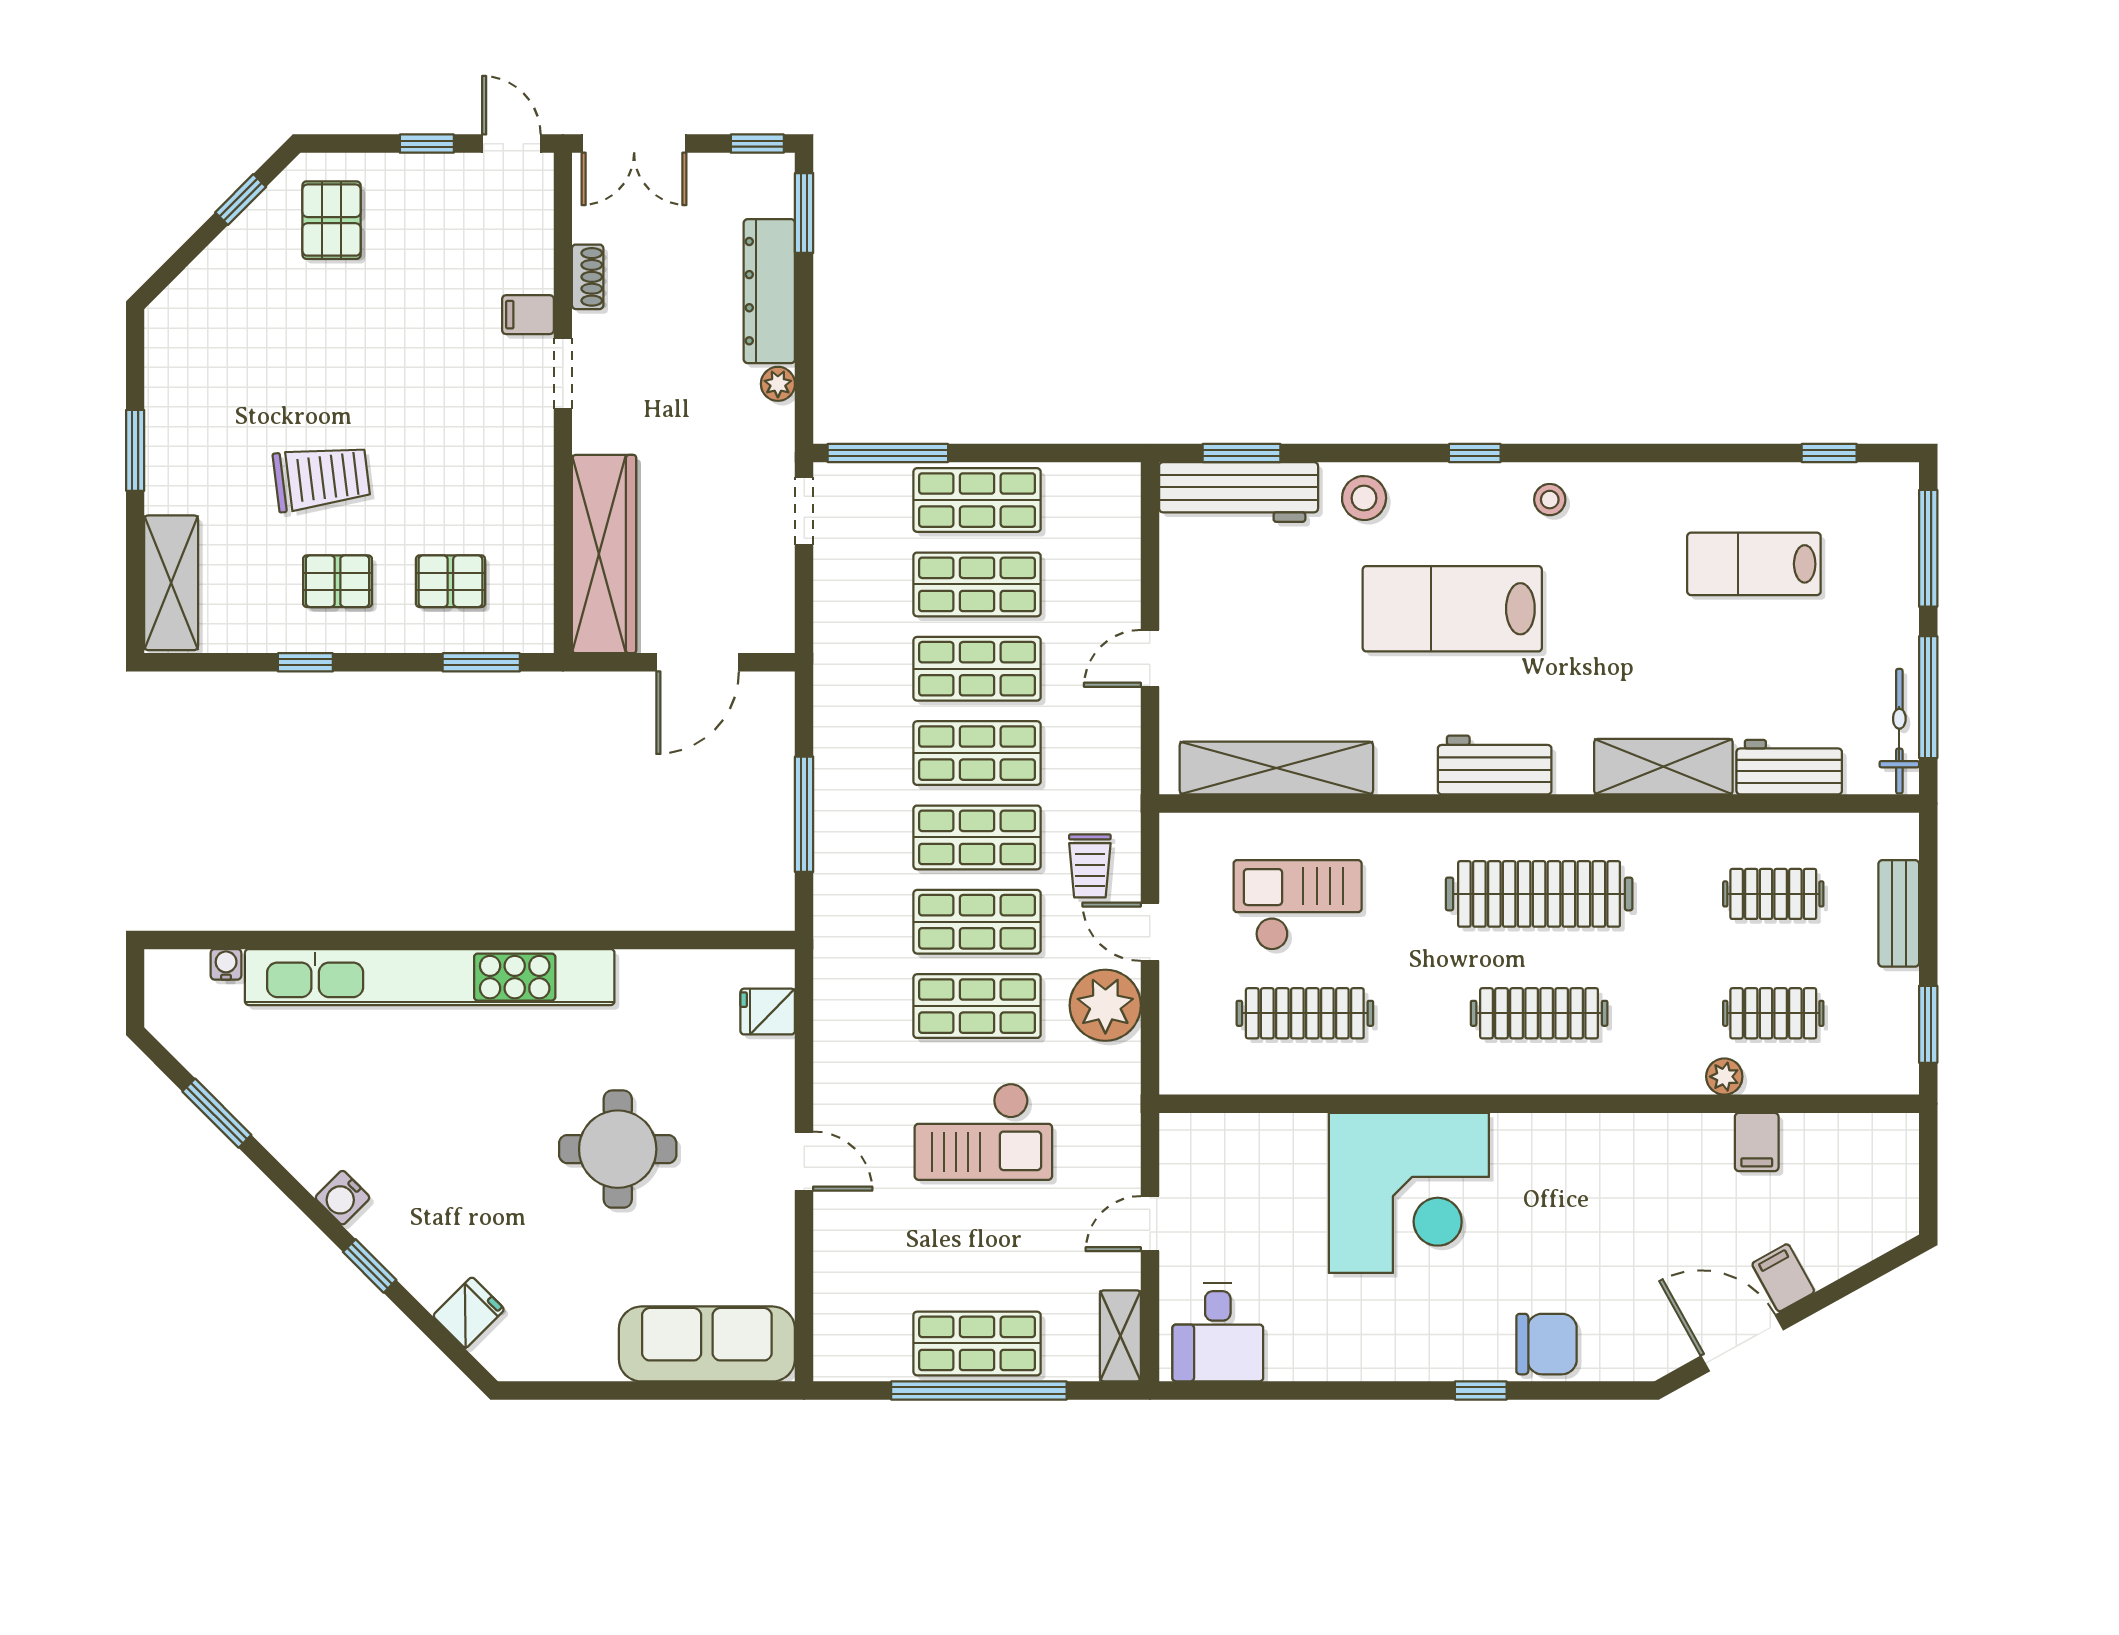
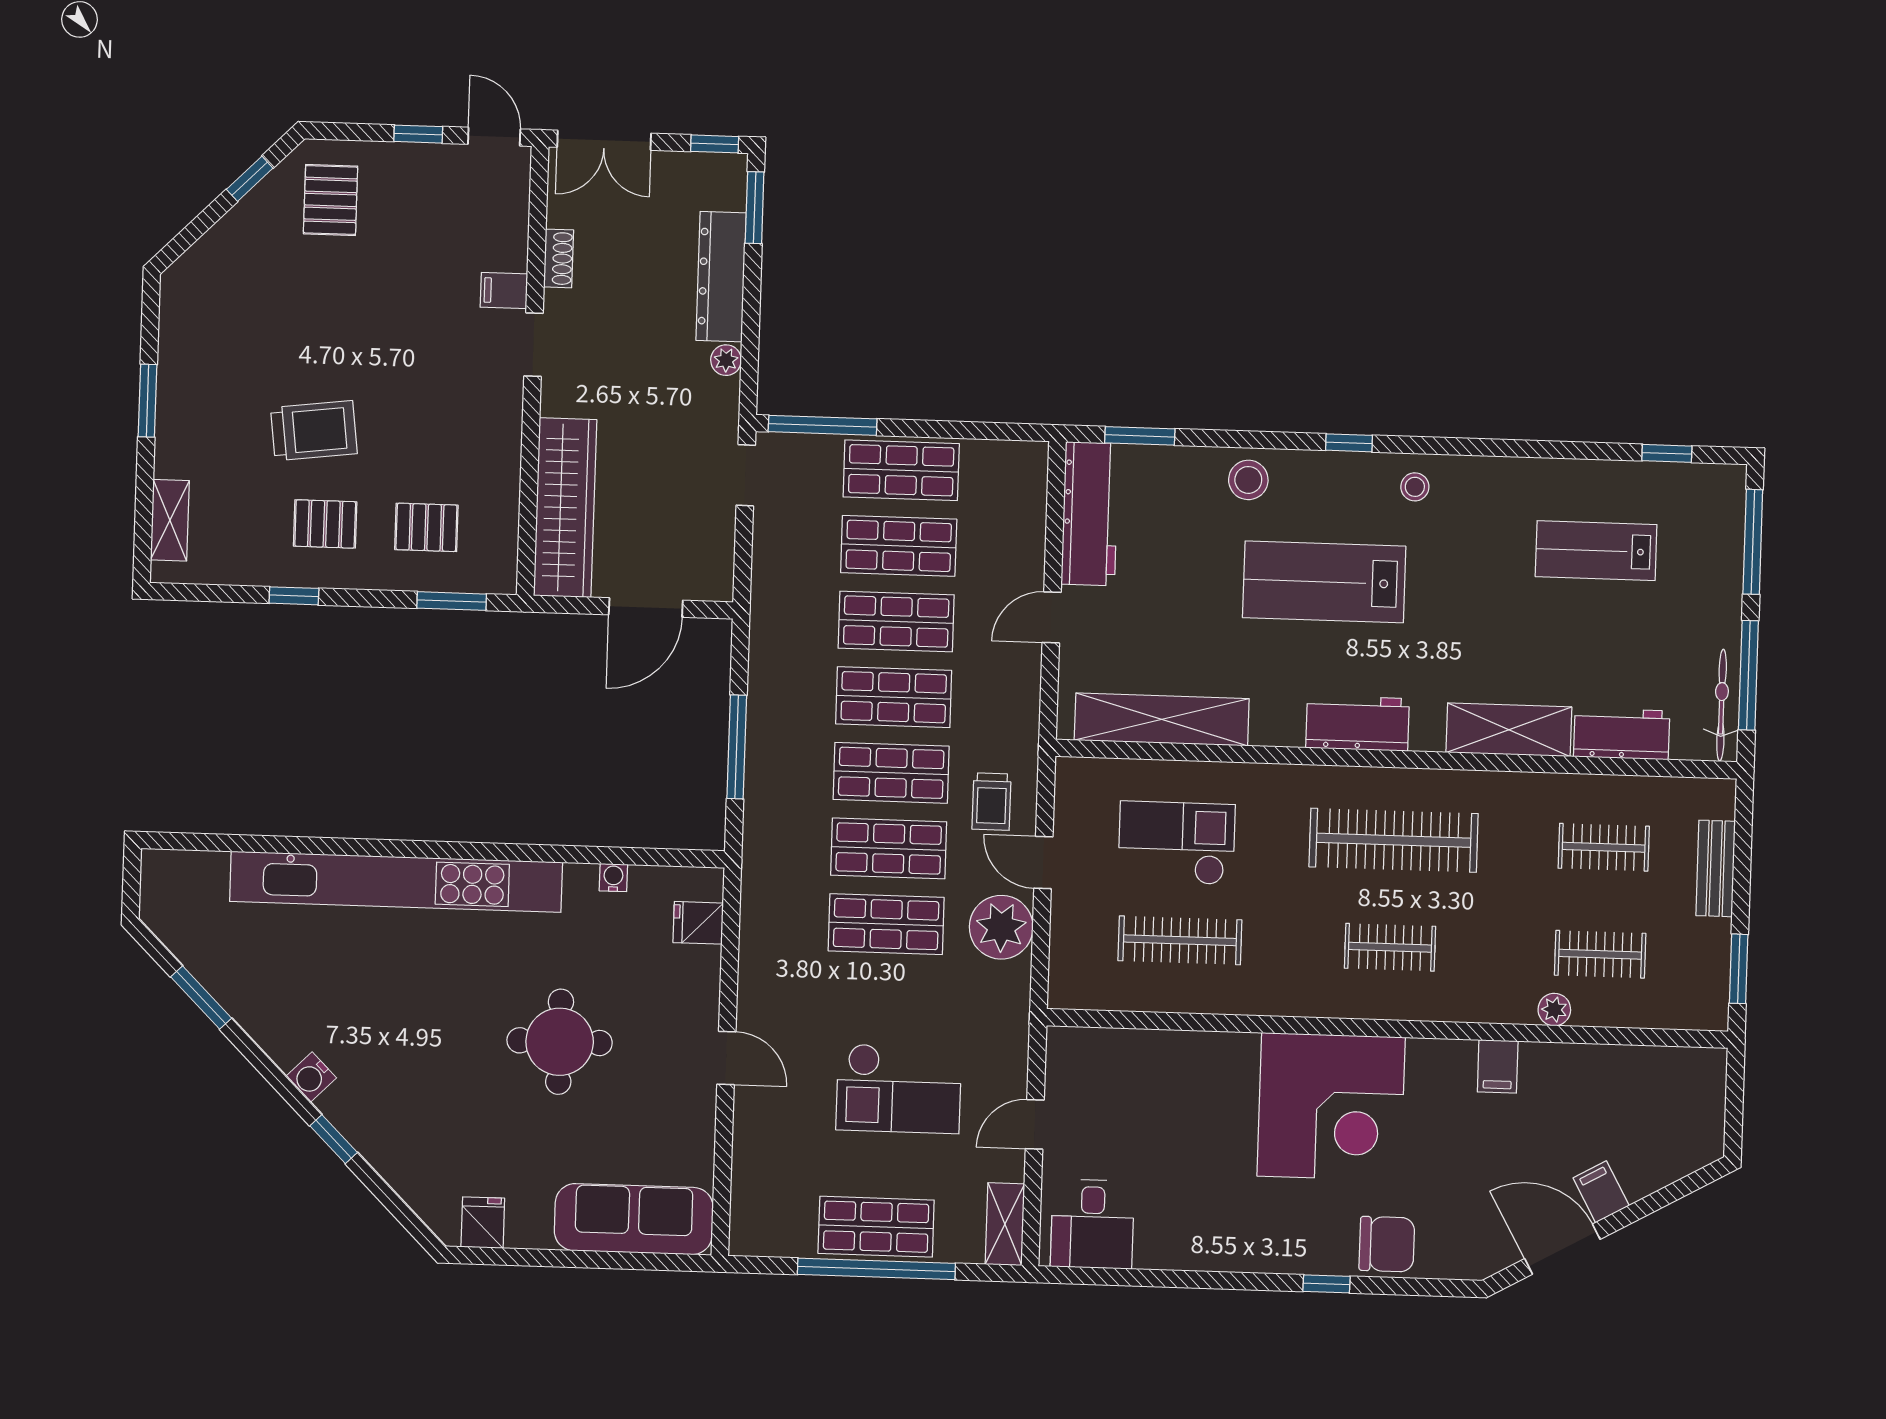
workbench: (1239, 492) -> (1090, 514), moved, turned -90
shelving: (171, 583) -> (170, 520), width x0.67, depth x0.75
water cooler: (226, 964) -> (613, 878), moved
clothes rail: (1539, 1013) -> (1390, 947), width x0.73
checkout: (983, 1132) -> (899, 1089), moved
filing cabinet: (1757, 1142) -> (1498, 1066), moved
corner desk: (1409, 1193) -> (1331, 1107), moved
fridge: (469, 1313) -> (483, 1223), moved, turned -45

